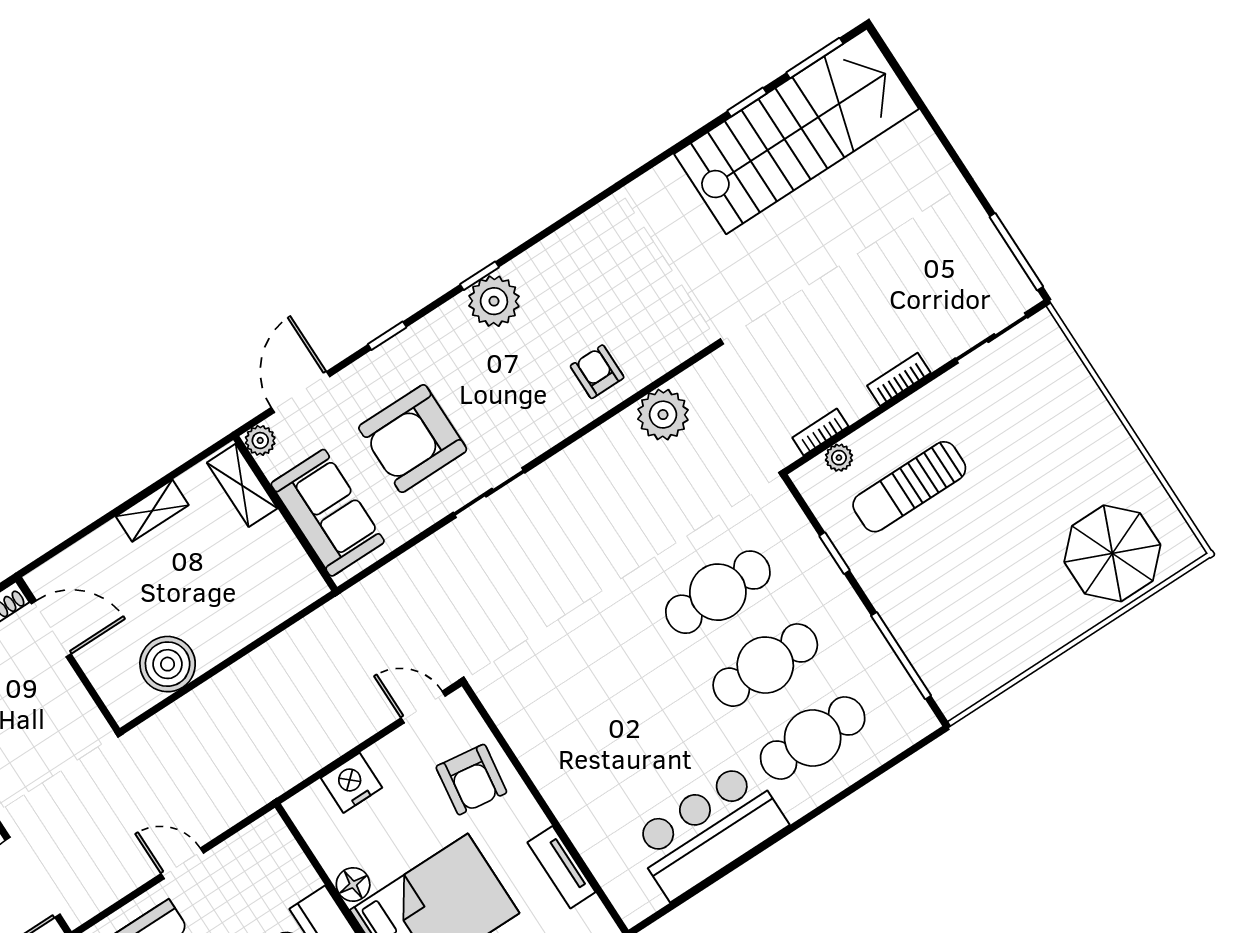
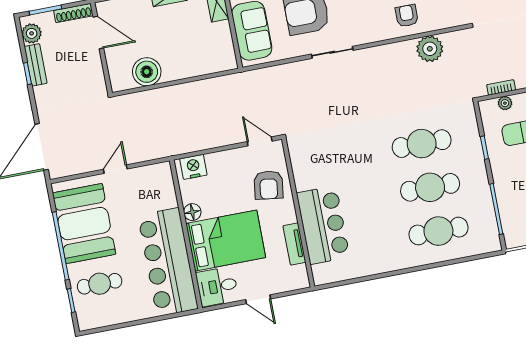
nightstand: (351, 783) -> (193, 167), moved
bar counter: (708, 831) -> (323, 225), moved, turned 90
door: (182, 863) -> (115, 169), hinge flipped

